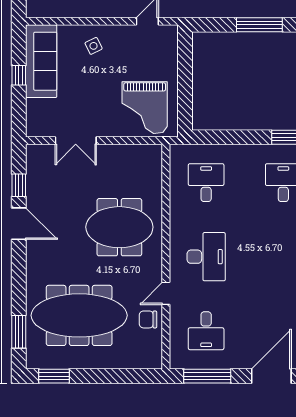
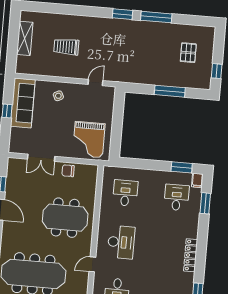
chair: (148, 319) -> (68, 171), moved

